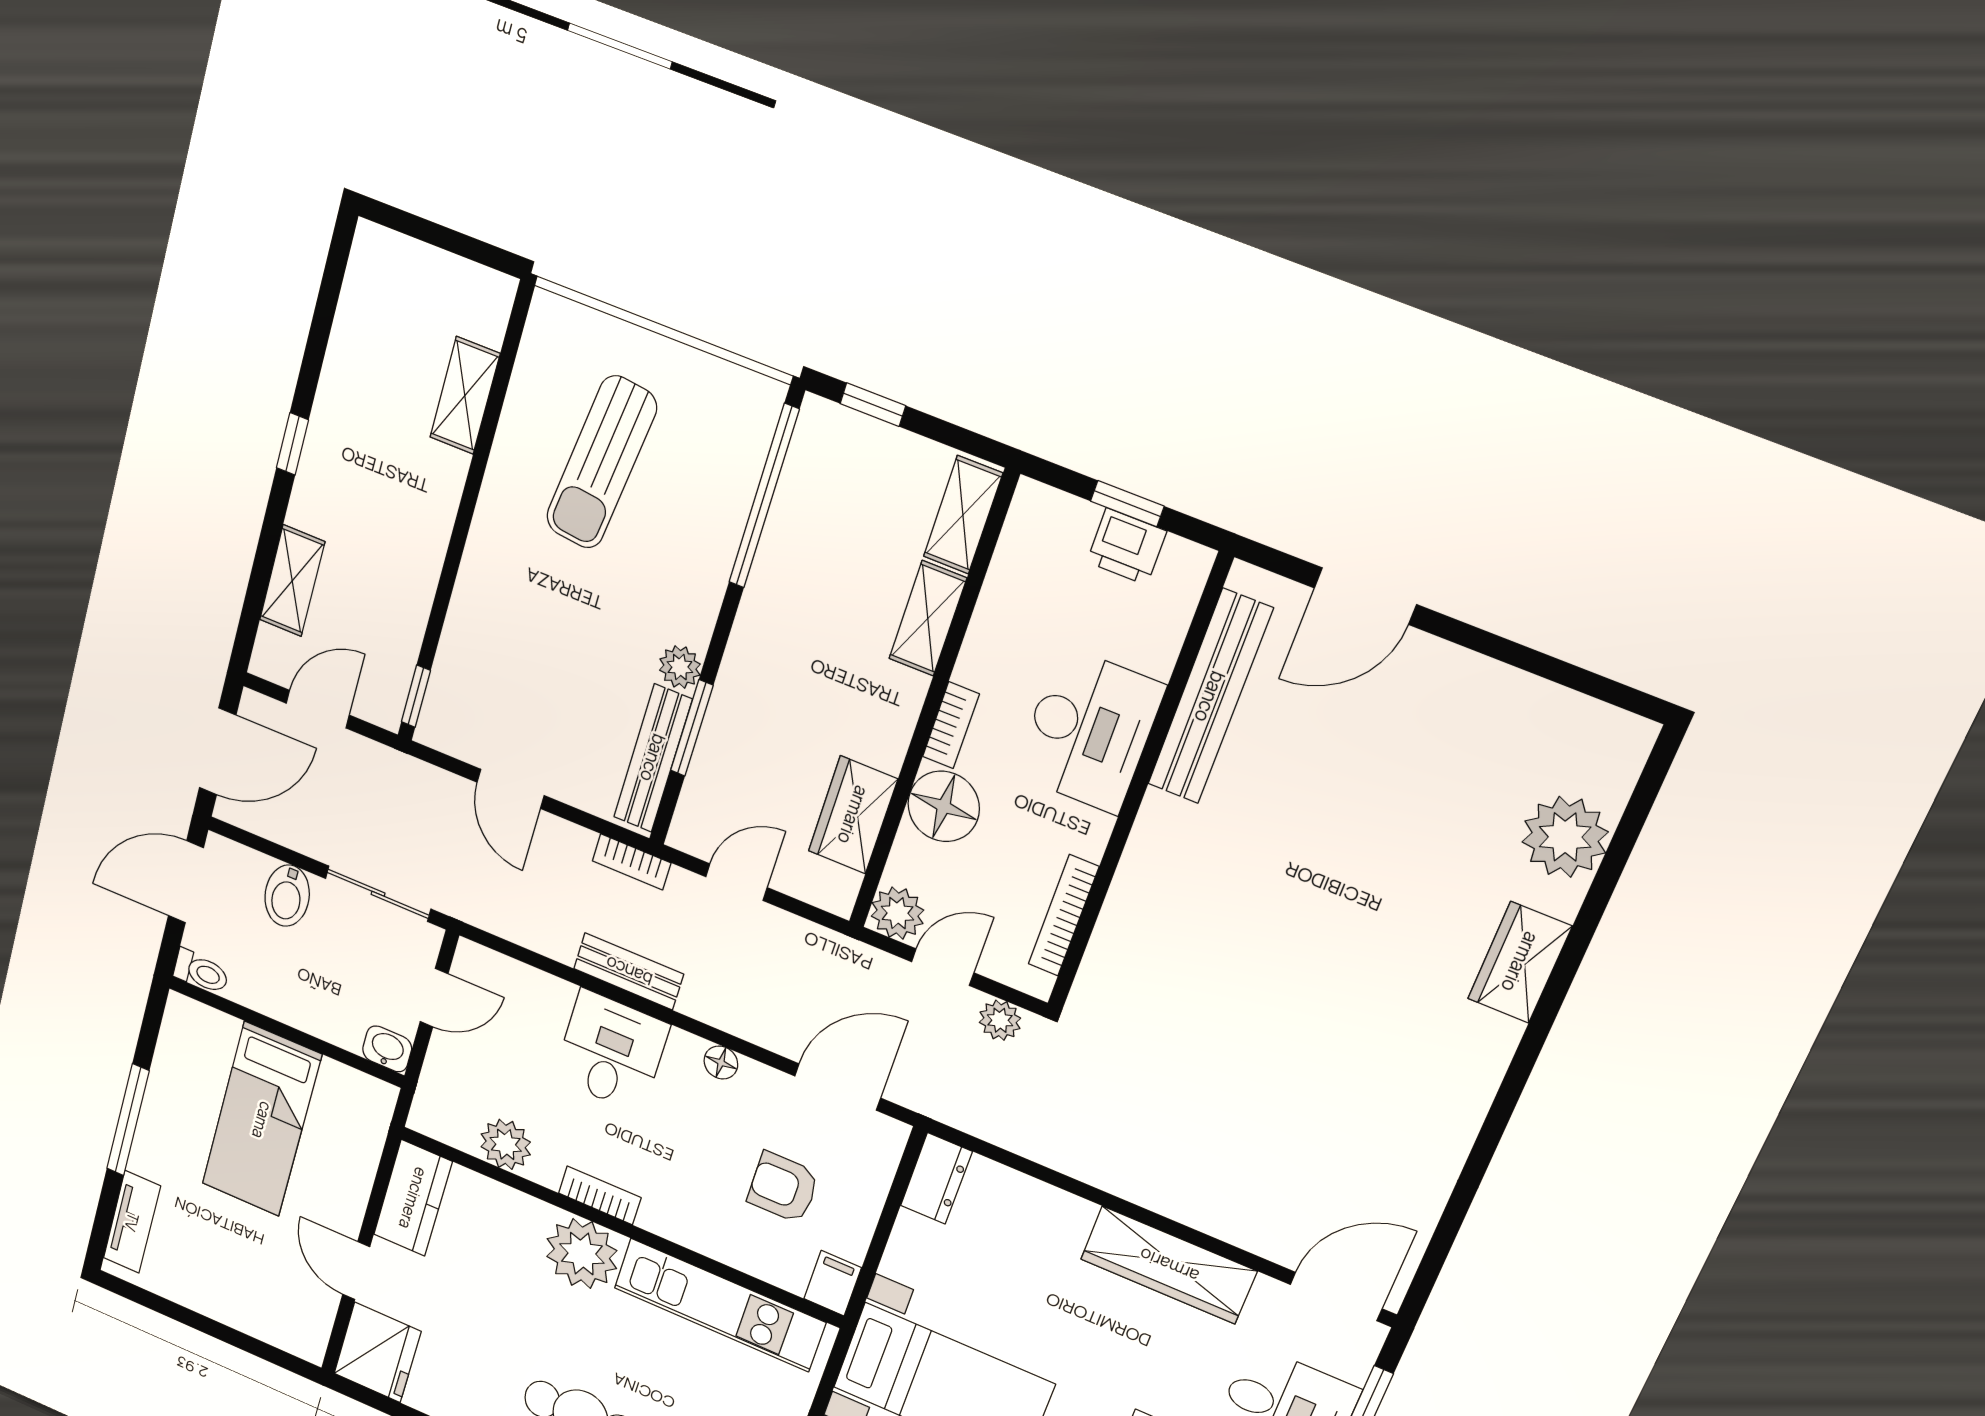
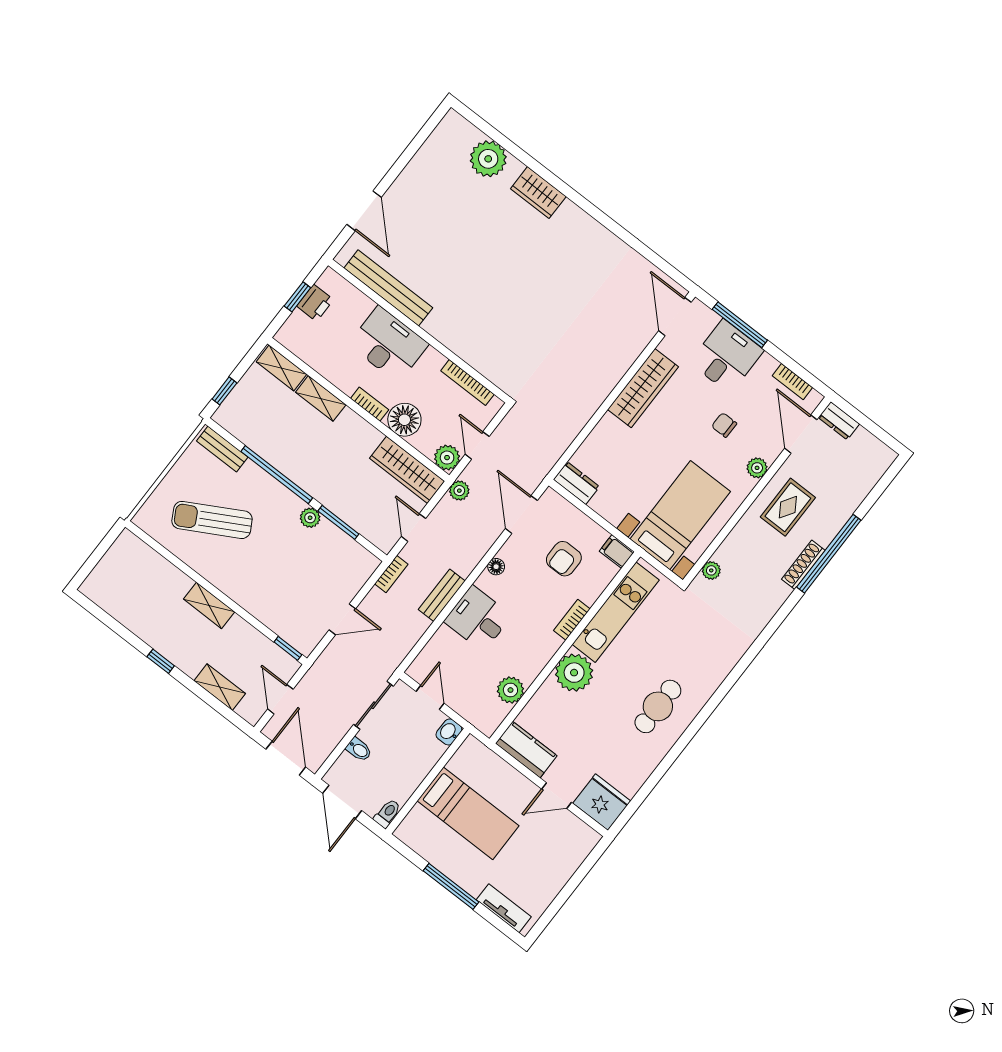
shelving: (465, 395) -> (209, 605), moved
sun lounger: (601, 462) -> (212, 520), turned 144
window: (764, 496) -> (277, 475), moved
bench: (653, 758) -> (222, 449), moved, width x0.73
wardrobe: (853, 815) -> (407, 470), width x1.50
bidet: (287, 896) -> (359, 749), width x0.72, depth x0.74
plant: (1000, 1020) -> (459, 491), moved
bookcase: (600, 1195) -> (572, 620), moved

